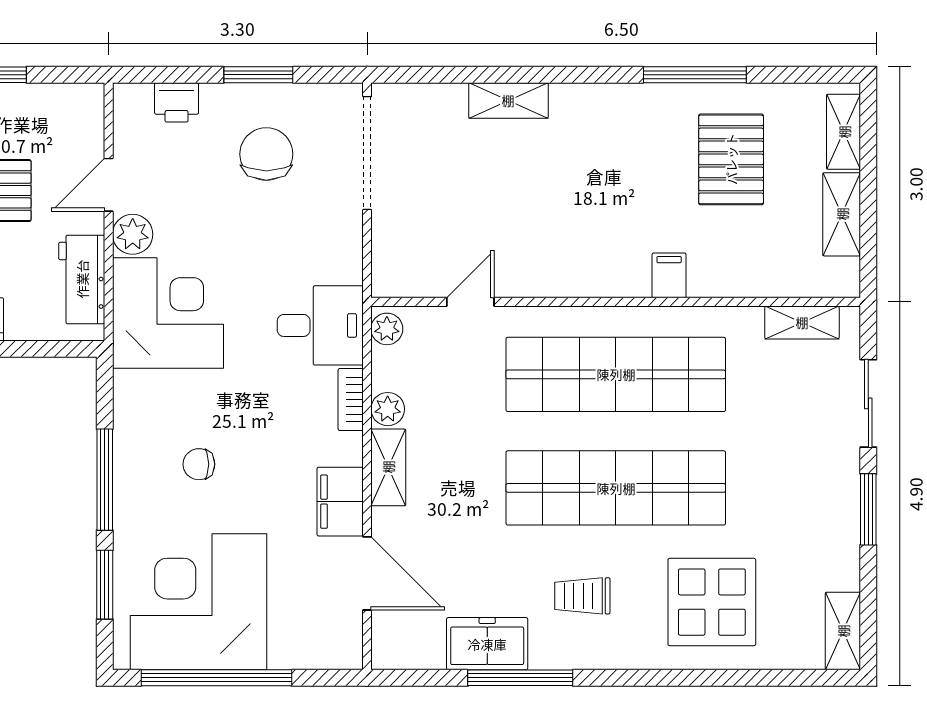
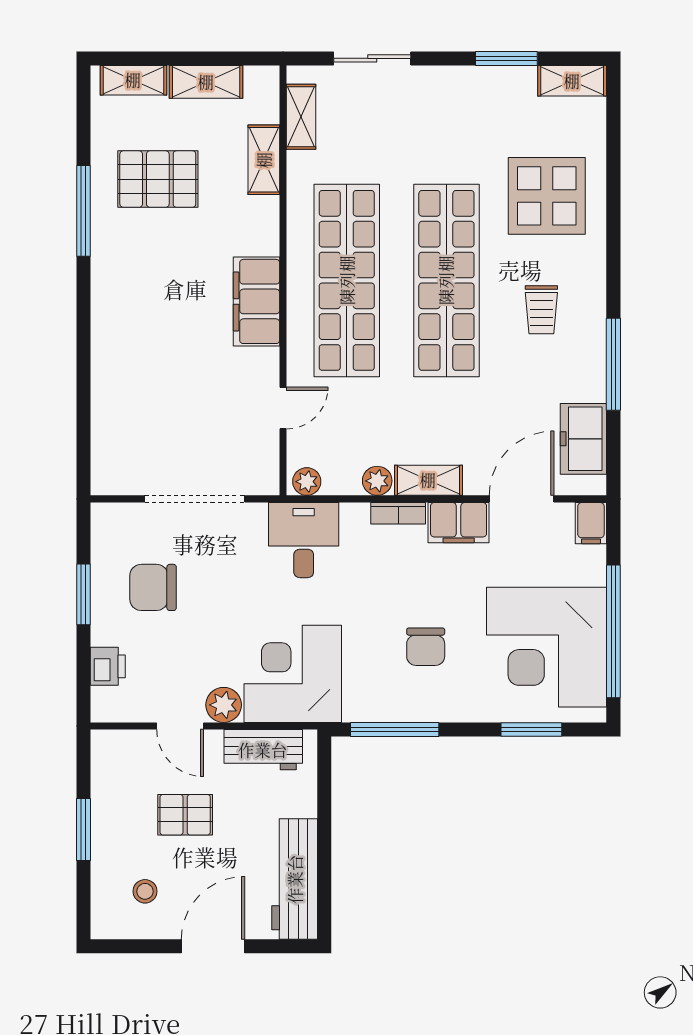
shelving: (508, 100) -> (264, 160), moved
doorway: (367, 153) -> (195, 499), moved
filing cabinet: (669, 275) -> (256, 301), moved, width x3.00, depth x1.17
door: (470, 302) -> (283, 408), swing flipped
bookcase: (351, 399) -> (398, 513), moved
chair: (199, 464) -> (426, 647), width x1.37, depth x1.37
window: (105, 480) -> (395, 729), moved
window: (868, 509) -> (506, 58), moved
freezer: (487, 644) -> (583, 439), moved
filing cabinet: (340, 652) -> (591, 523), added

